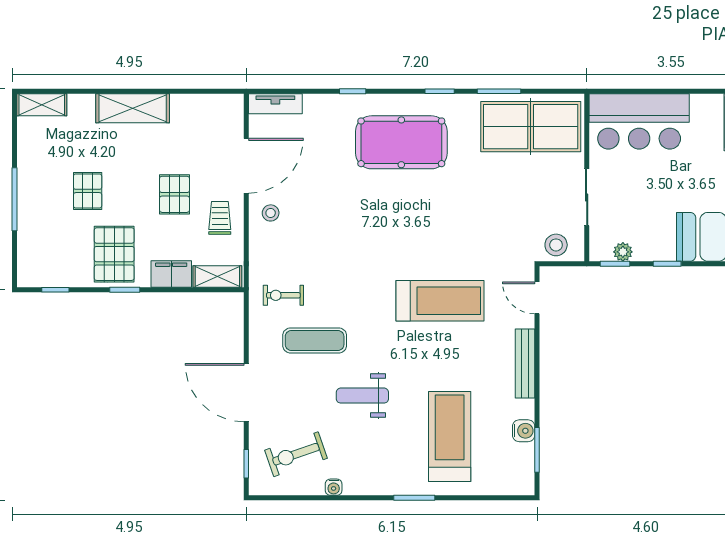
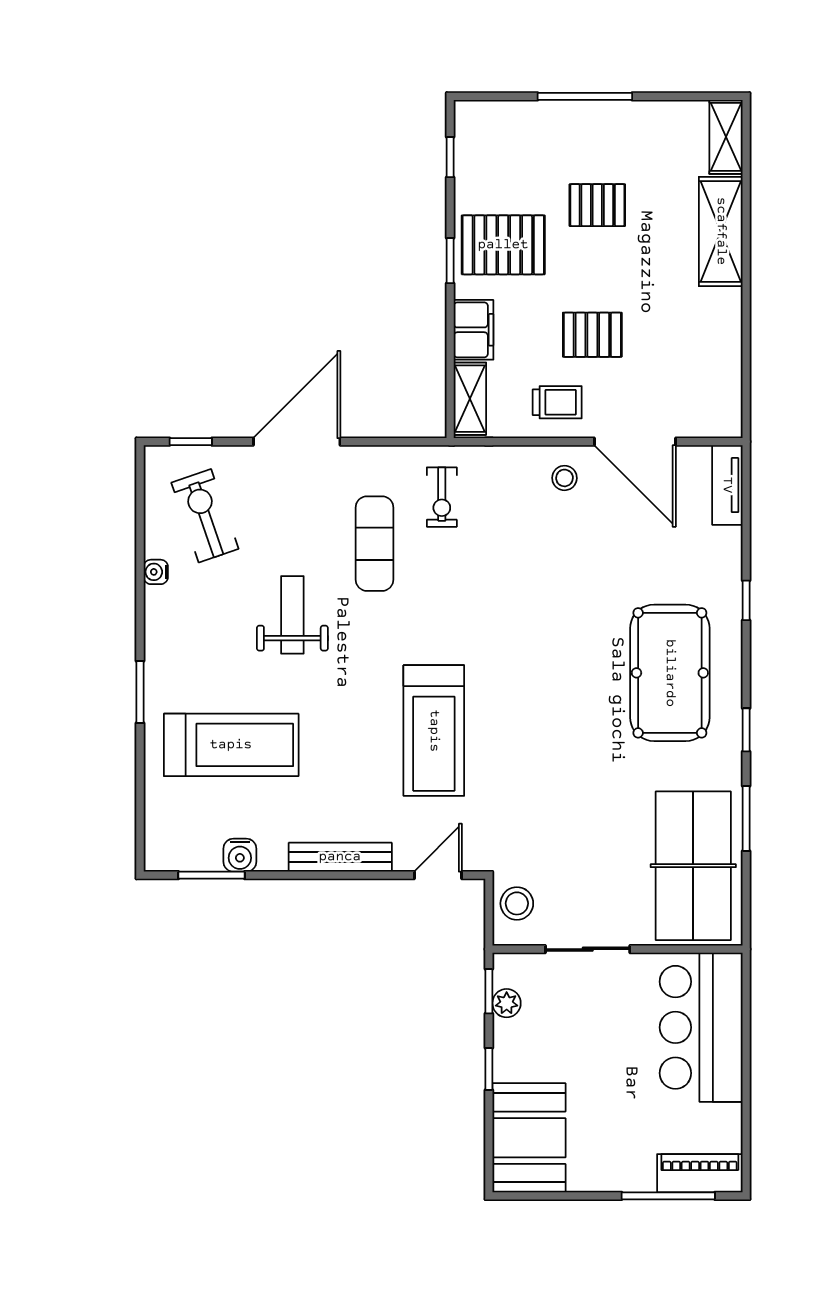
shelving: (133, 108) -> (721, 231), moved
exercise bike: (283, 295) -> (442, 497), turned 180

